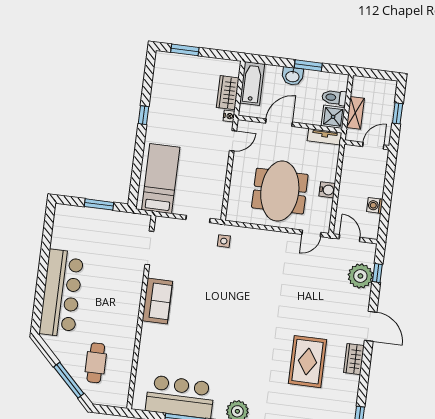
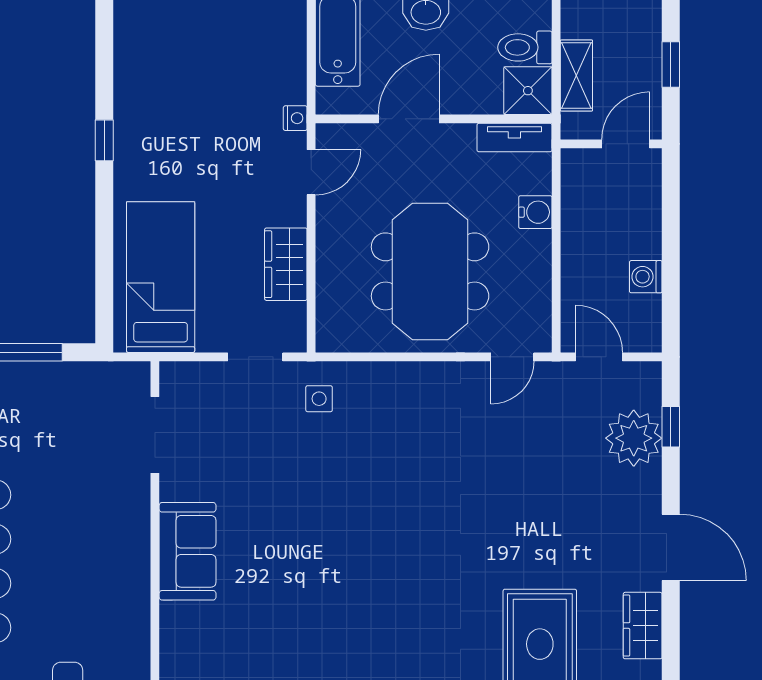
wardrobe: (228, 93) -> (286, 264), moved
water cooler: (327, 190) -> (535, 212), moved

